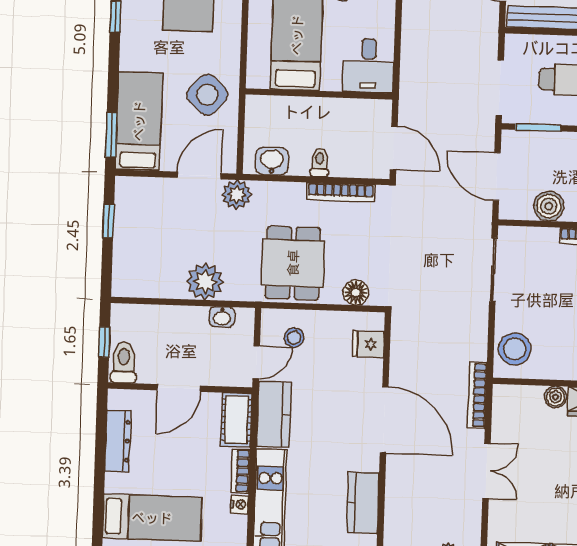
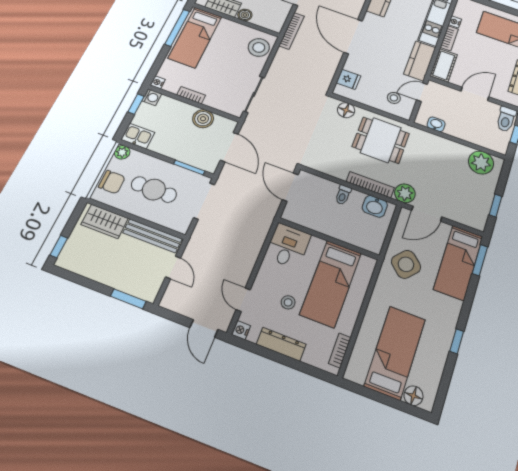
bookcase: (341, 192) -> (370, 185), moved
dining table: (293, 263) -> (381, 140), turned 90
plant: (205, 282) -> (481, 163), moved

